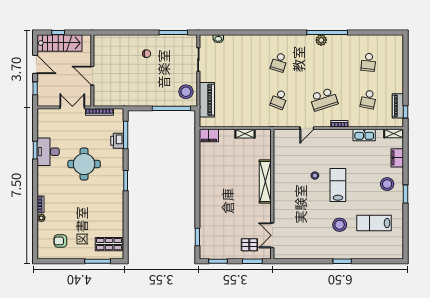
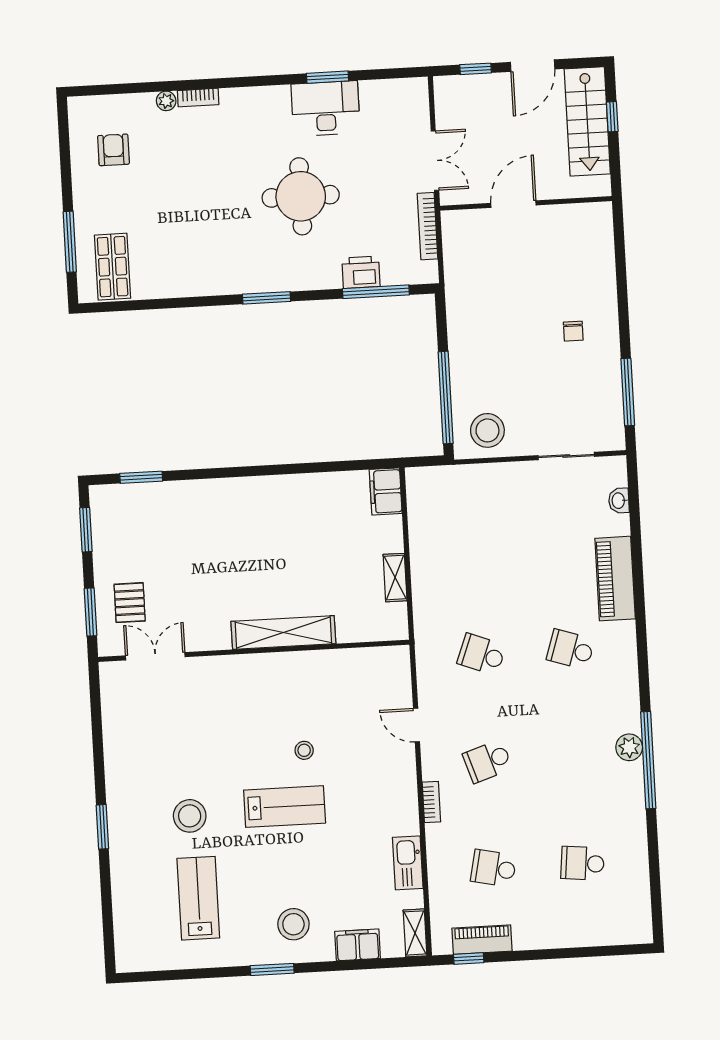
school desk: (324, 99) -> (488, 761), width x0.54
piano: (207, 100) -> (615, 579), moved, turned 90

